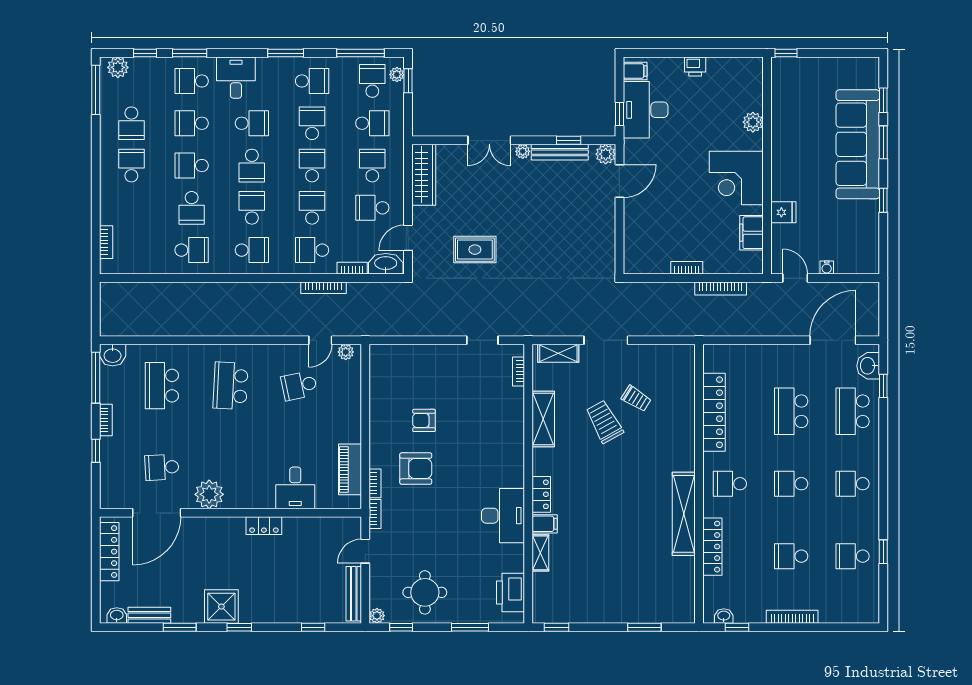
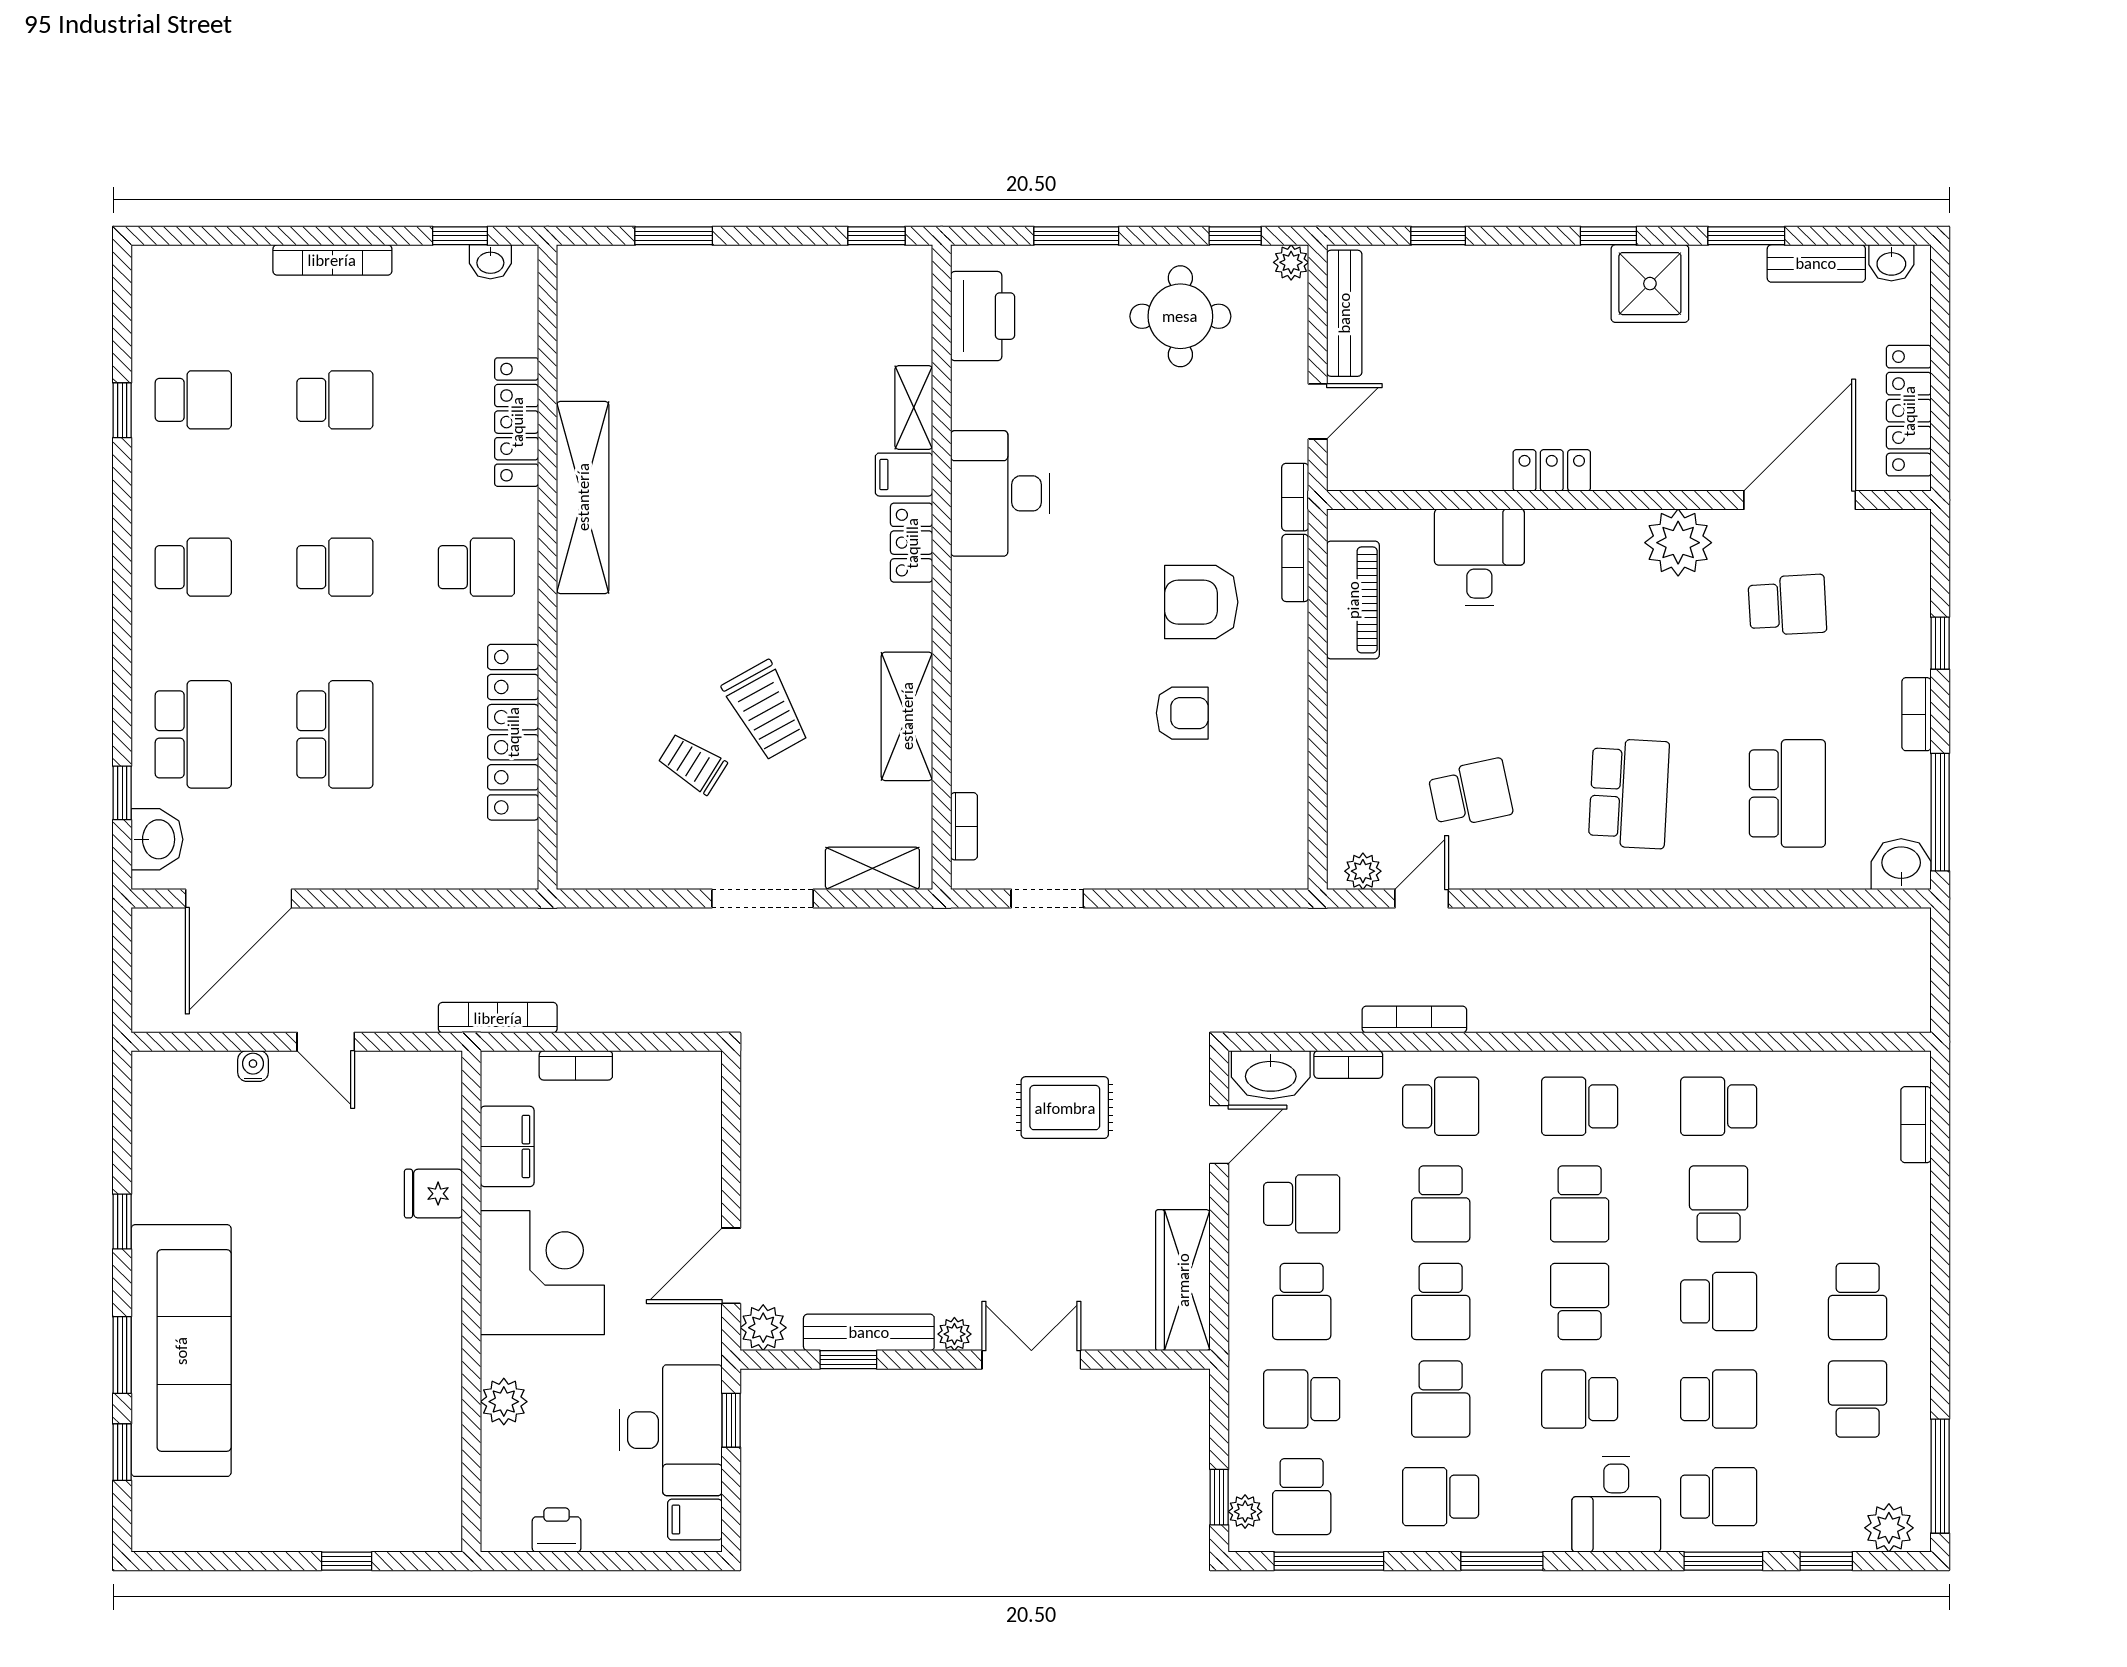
plant: (753, 122) -> (504, 1402), moved
wall: (767, 166) -> (471, 1301), moved
corner desk: (736, 178) -> (542, 1273), moved
fridge: (783, 212) -> (433, 1194), moved
filing cabinet: (751, 233) -> (507, 1146), moved

